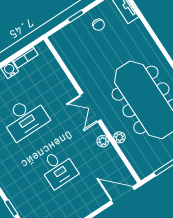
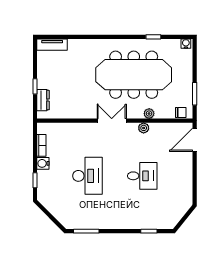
chair: (99, 25) -> (181, 112), moved
dresser: (68, 32) -> (43, 100), added
double door: (90, 107) -> (112, 121), swing flipped

